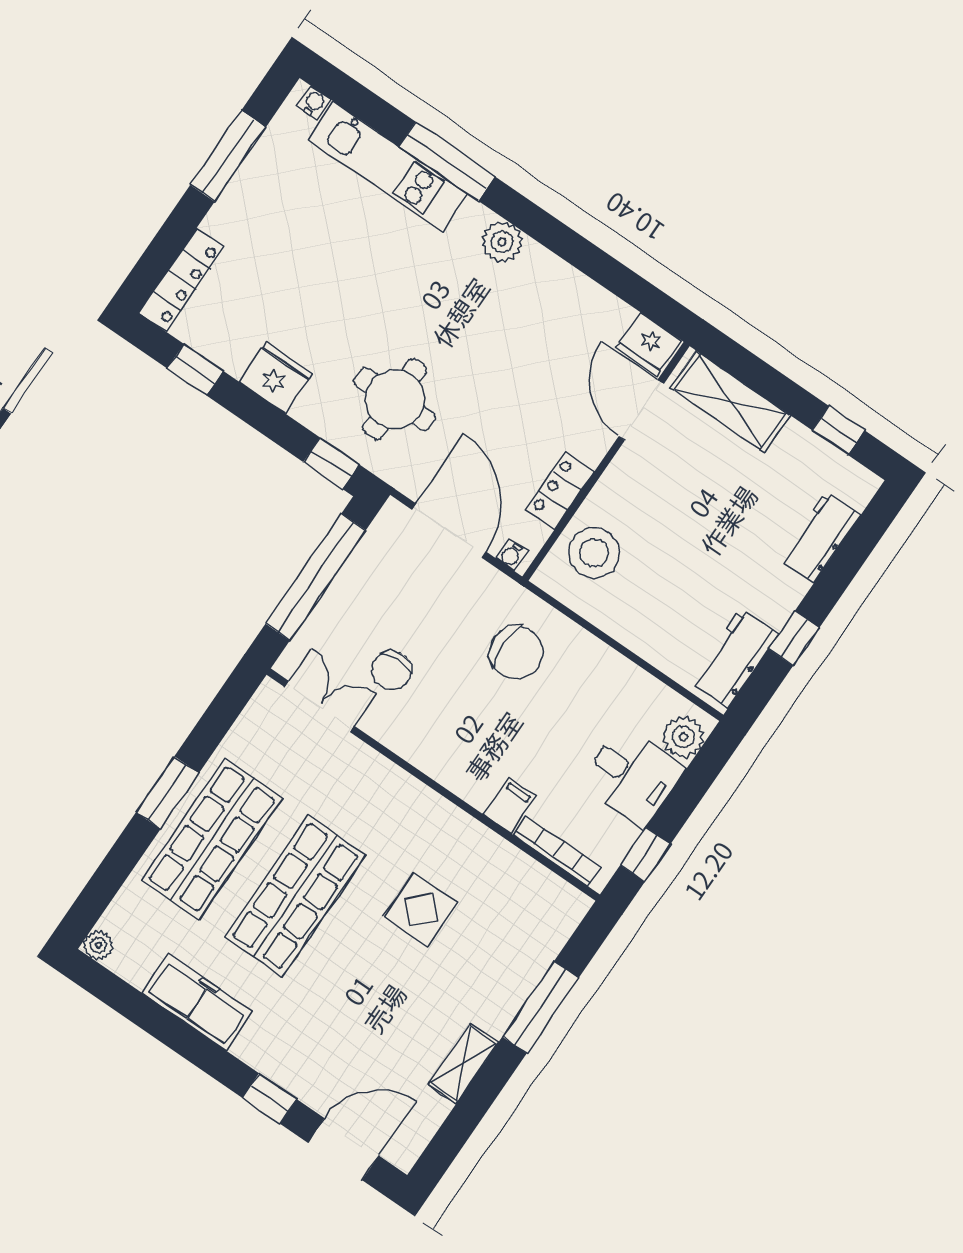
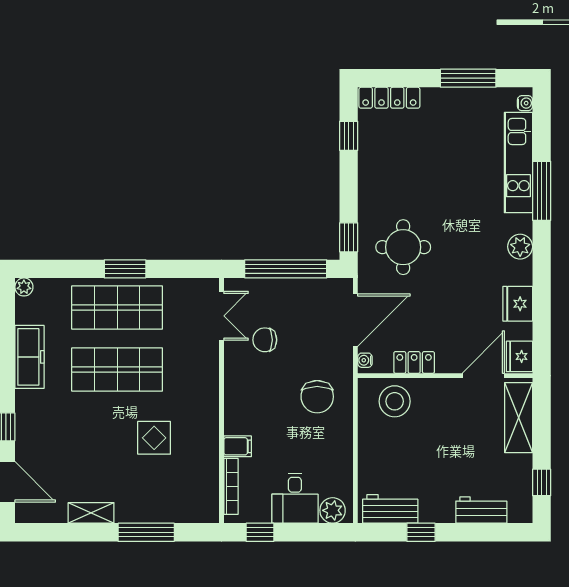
fridge: (276, 378) -> (518, 304), moved, turned 180

